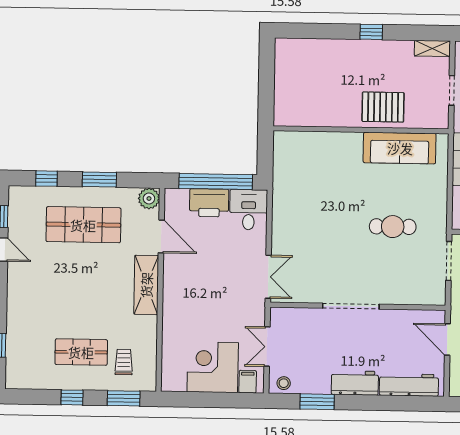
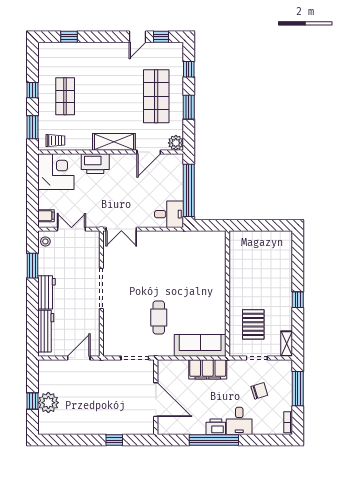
pallet: (383, 107) -> (253, 324), moved
sofa: (400, 148) -> (200, 345), moved, turned 90
printer: (209, 203) -> (95, 164), moved, turned -90
trolley: (124, 362) -> (55, 140), moved
corner desk: (213, 367) -> (56, 172), moved

